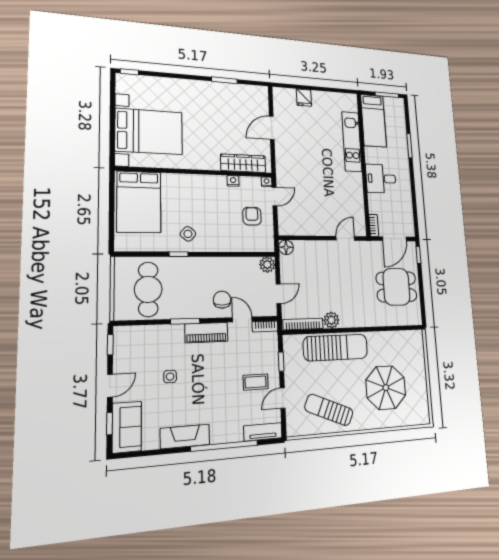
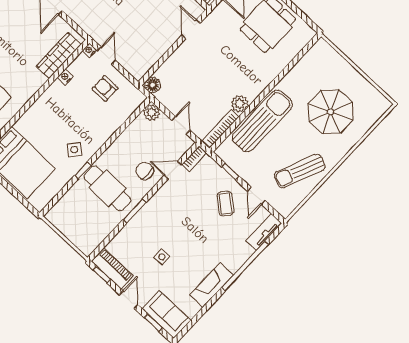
cafe table: (148, 289) -> (107, 188), moved
piano: (206, 333) -> (112, 269), moved, turned -90
coffee table: (256, 382) -> (225, 204), turned -50

